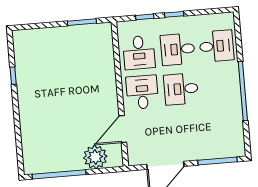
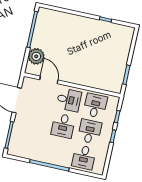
desk: (139, 53) -> (95, 106), turned 90
desk: (181, 89) -> (63, 126), turned 180

